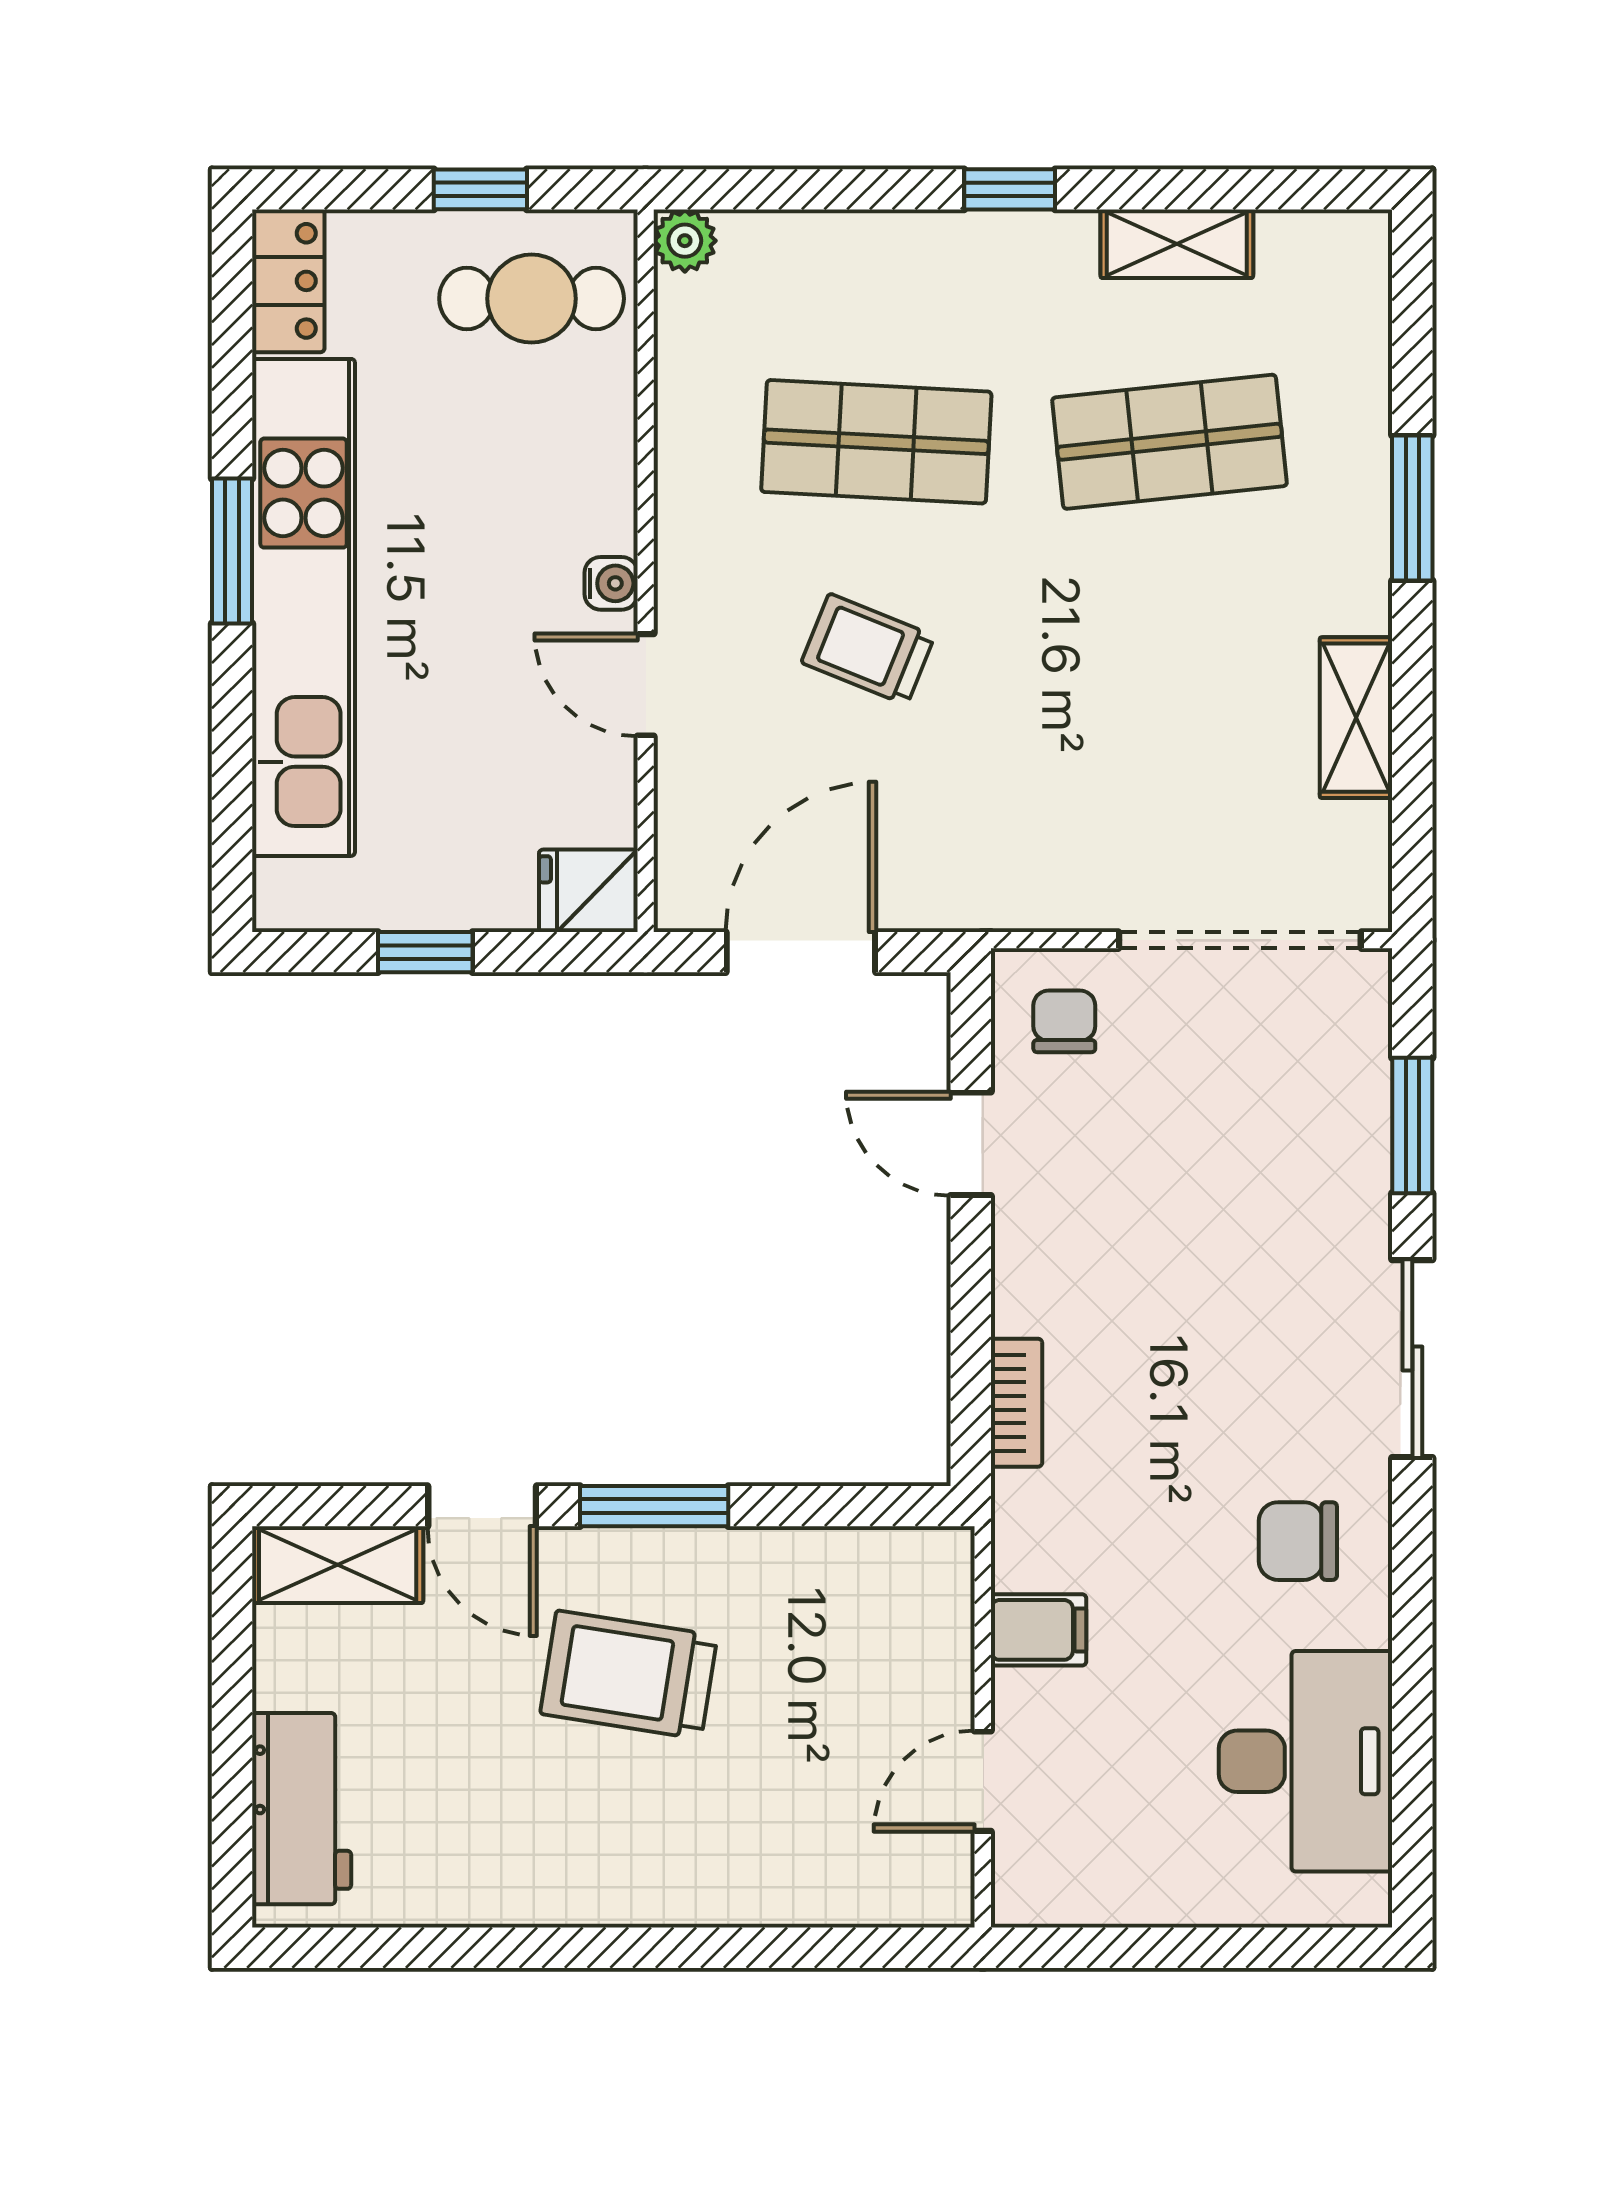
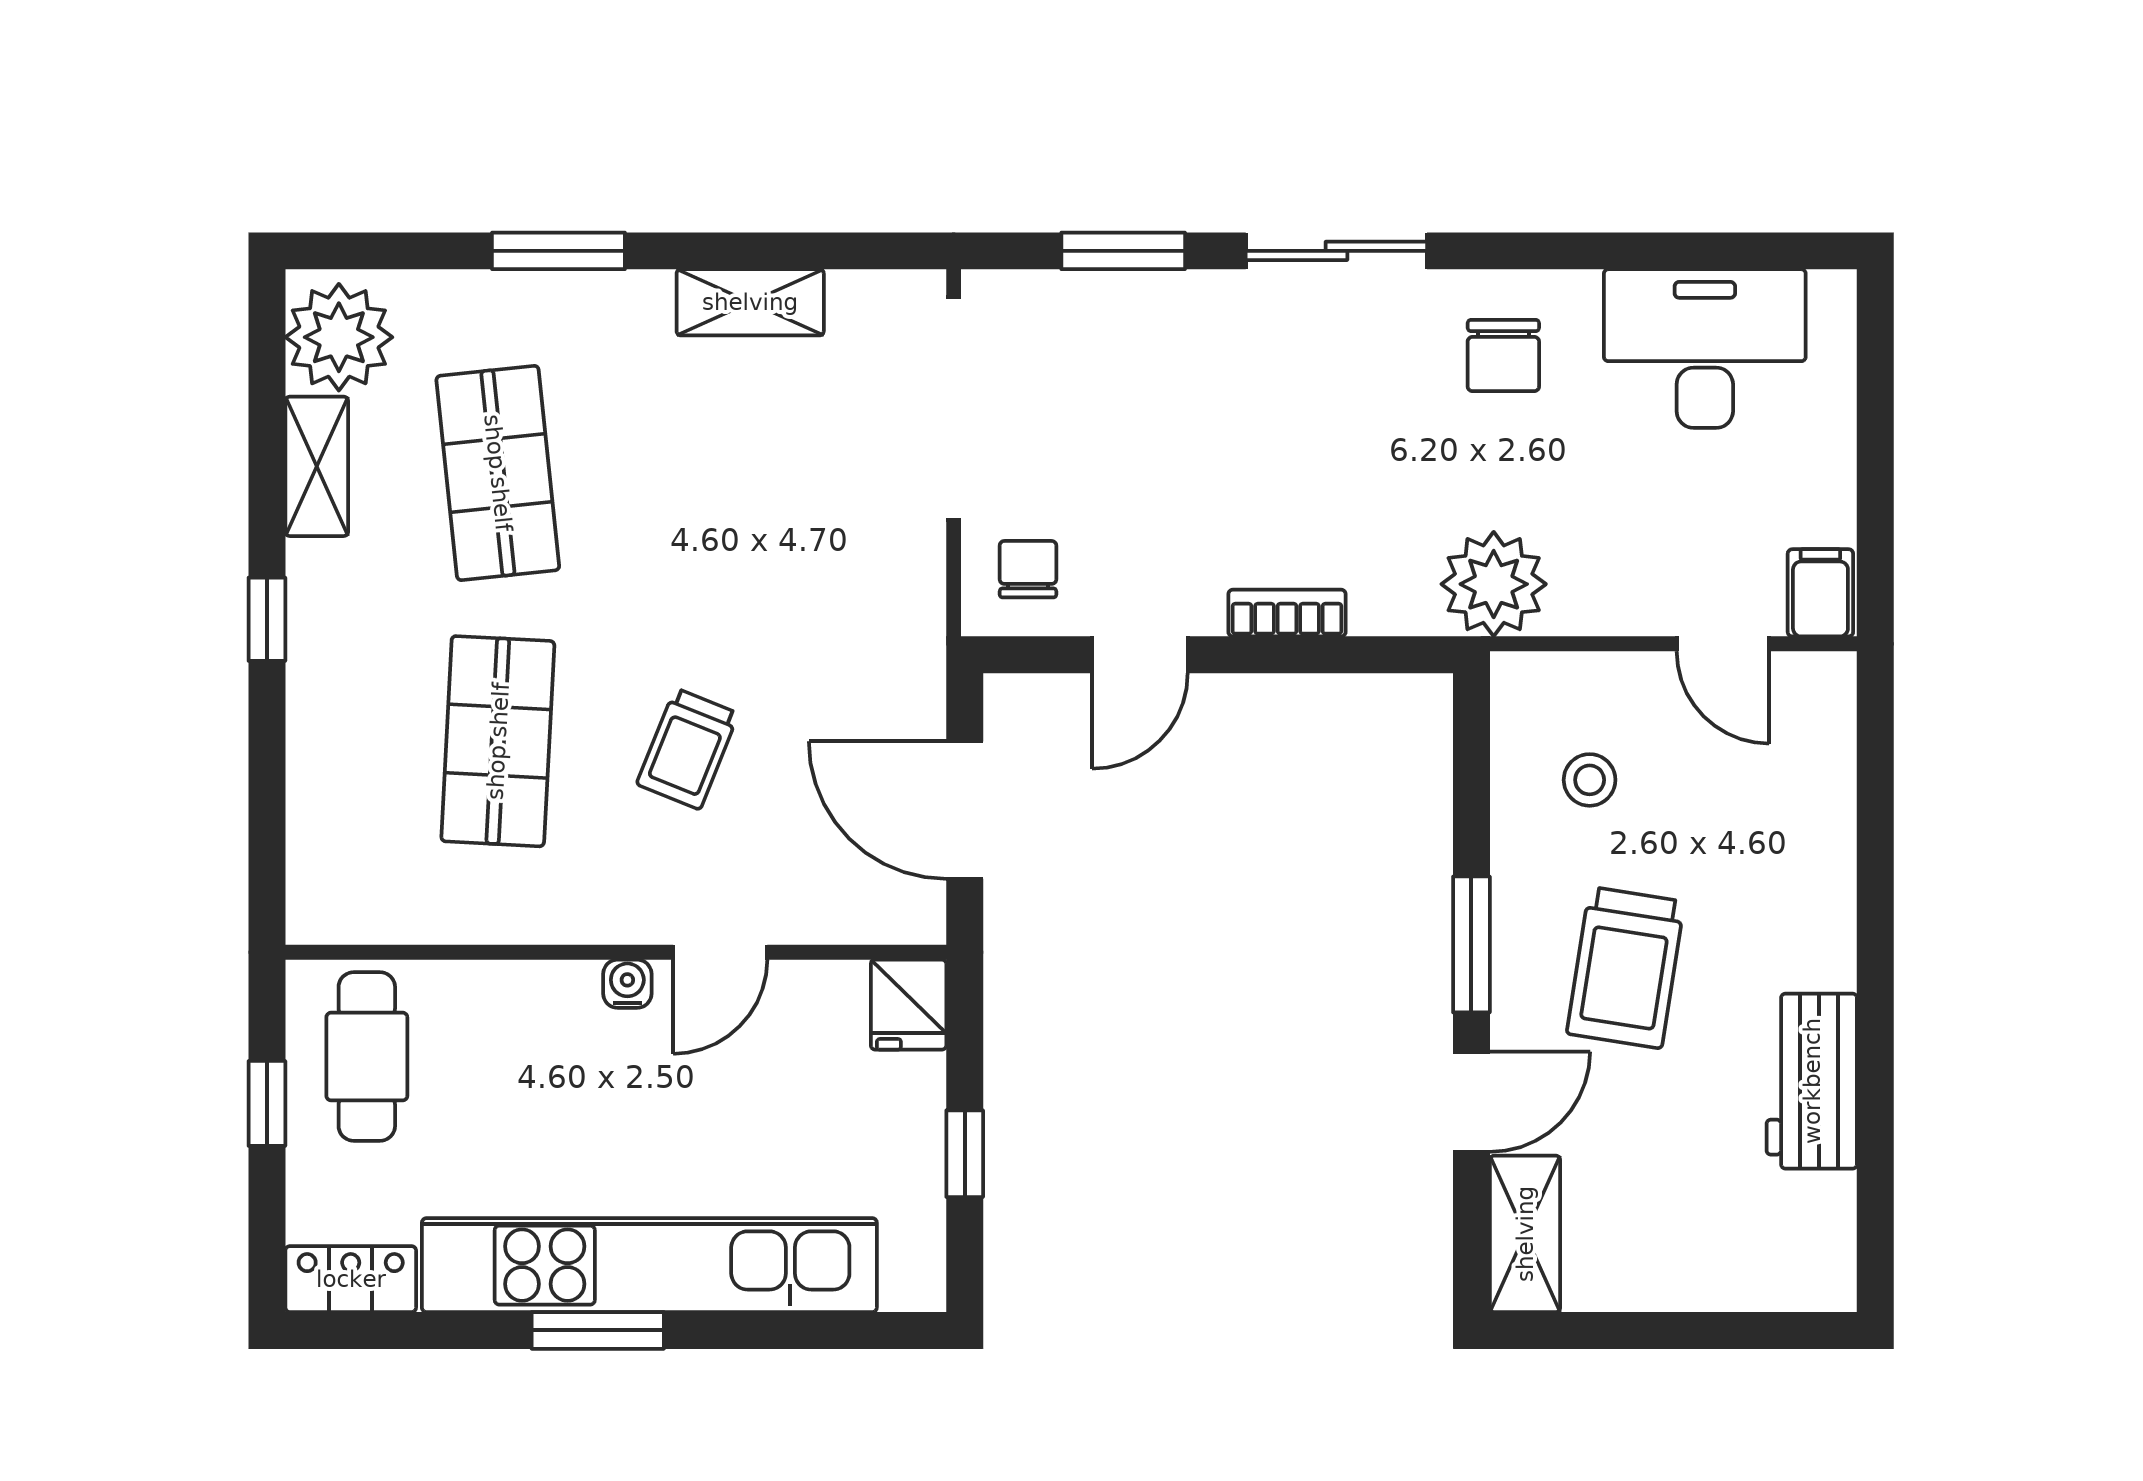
plant: (685, 241) -> (339, 337), moved, width x1.87, depth x1.87
chair: (1064, 1021) -> (1028, 569), turned 90
bookcase: (1016, 1403) -> (1287, 613), moved
plant: (1048, 1530) -> (1494, 584), added
filing cabinet: (1038, 1630) -> (1820, 593), moved
stool: (834, 1635) -> (1590, 780), added
workbench: (302, 1809) -> (1812, 1081), moved, turned -90

